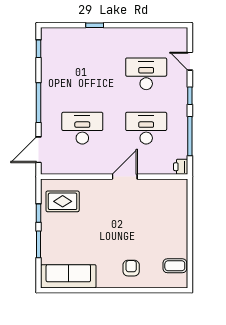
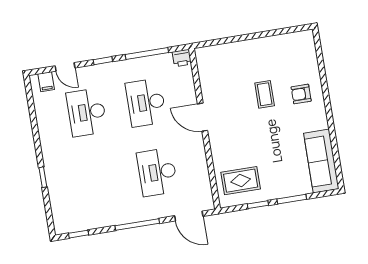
filing cabinet: (179, 42) -> (46, 82), added
door: (190, 61) -> (65, 67), hinge flipped
rug: (63, 201) -> (241, 181), turned 90
coffee table: (175, 266) -> (265, 94), moved

